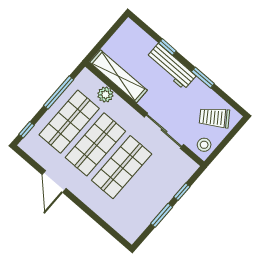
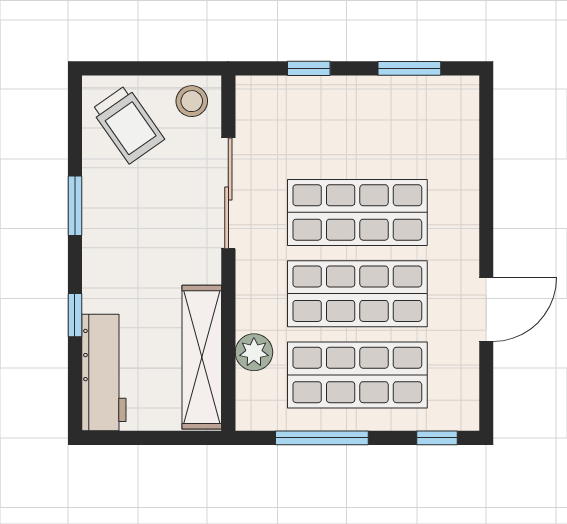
workbench: (171, 67) -> (104, 373), moved
window: (162, 215) -> (409, 68), moved

